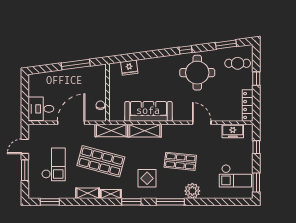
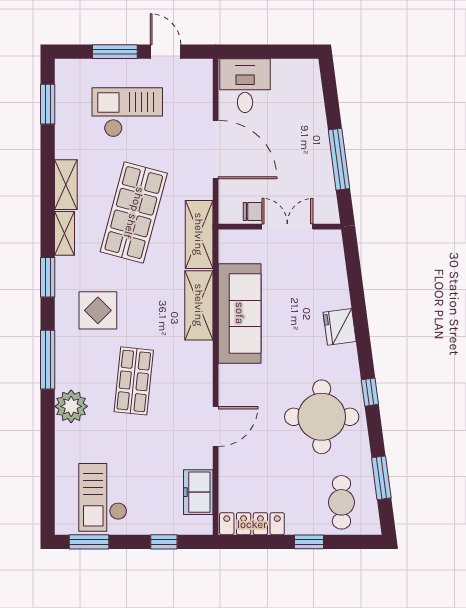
fridge: (129, 68) -> (340, 327), moved
double door: (107, 89) -> (287, 227), added
checkout: (54, 164) -> (127, 112), turned 180

